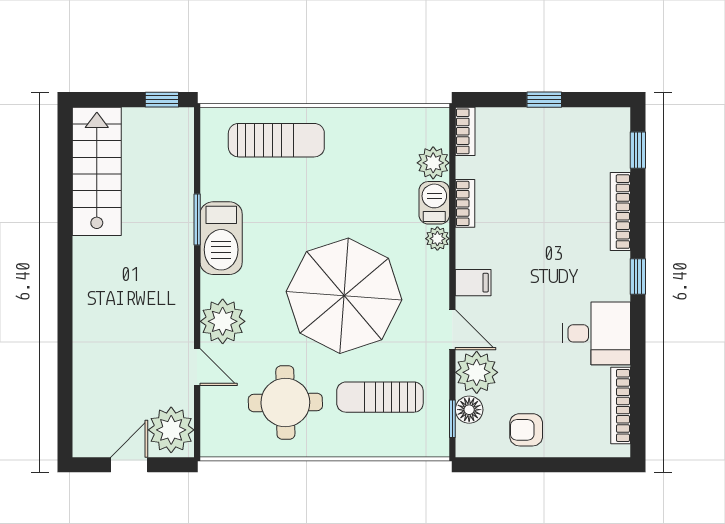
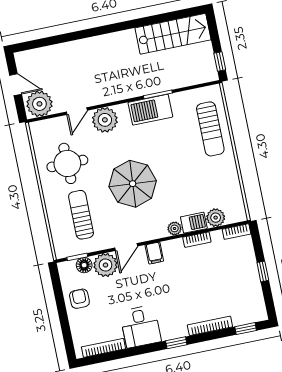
parasol: (344, 296) -> (133, 184), width x0.73, depth x0.73

